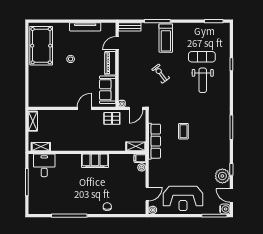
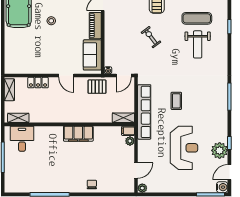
door: (84, 108) -> (66, 76), swing flipped
locker: (59, 115) -> (38, 83), added
row of seats: (155, 141) -> (144, 112), width x1.36
door: (231, 195) -> (229, 172), hinge flipped
reception desk: (183, 198) -> (184, 148), moved, turned -90

